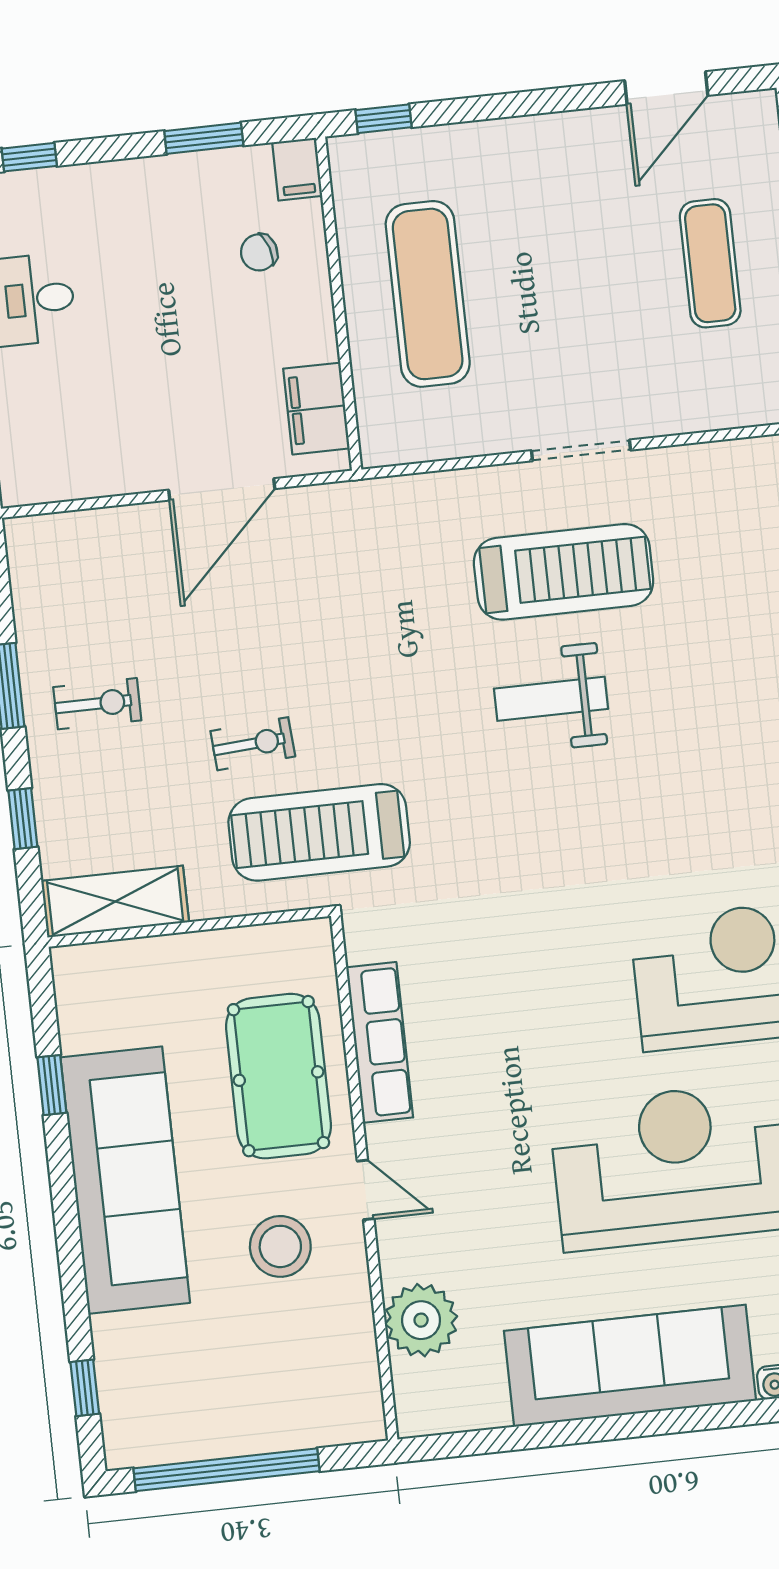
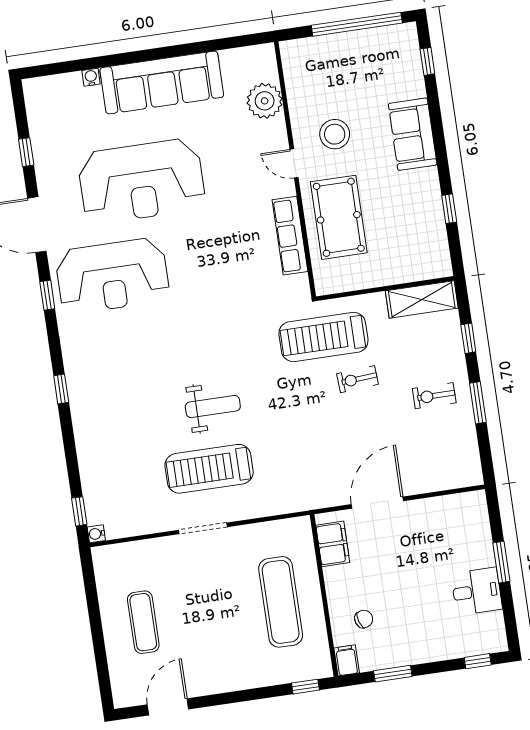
treadmill: (319, 832) -> (323, 337), turned 180
sofa: (125, 1180) -> (413, 134), width x0.54, depth x0.79

